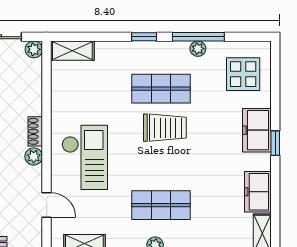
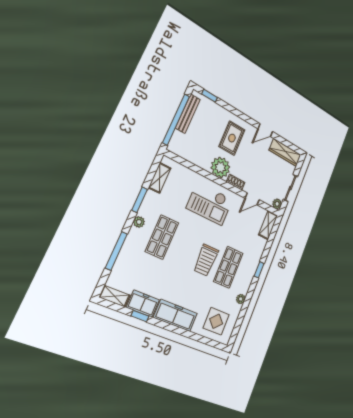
window: (198, 37) -> (247, 302), removed
freezer: (257, 130) -> (175, 315), width x1.40
window: (275, 143) -> (140, 316), moved
plant: (34, 156) -> (220, 167), width x1.88, depth x1.88
door: (47, 205) -> (252, 199), moved

